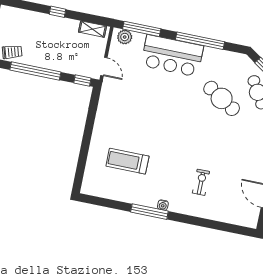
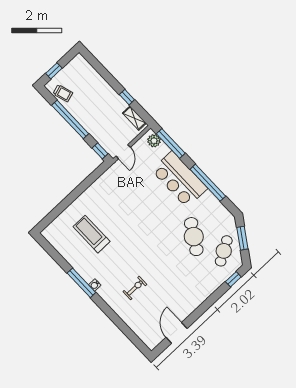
window: (57, 12) -> (127, 97), moved

